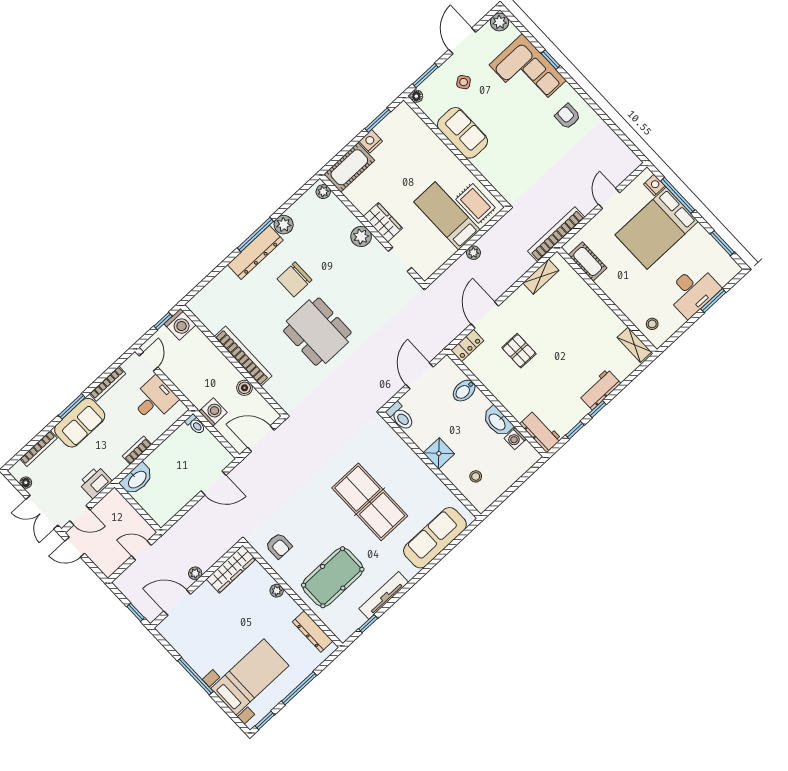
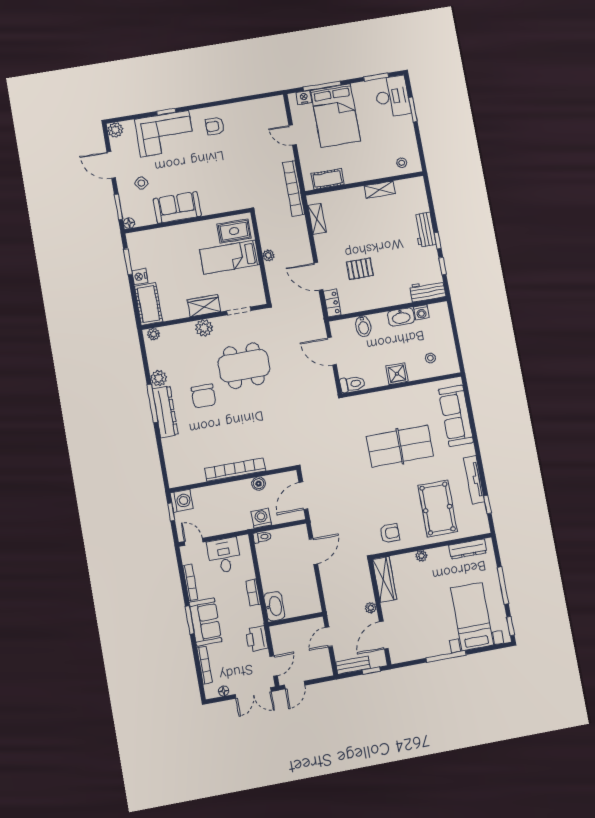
desk: (693, 291) -> (392, 97), moved
dining table: (317, 332) -> (244, 366), moved
shelving: (634, 345) -> (380, 190), moved
bench: (129, 591) -> (353, 665), added

